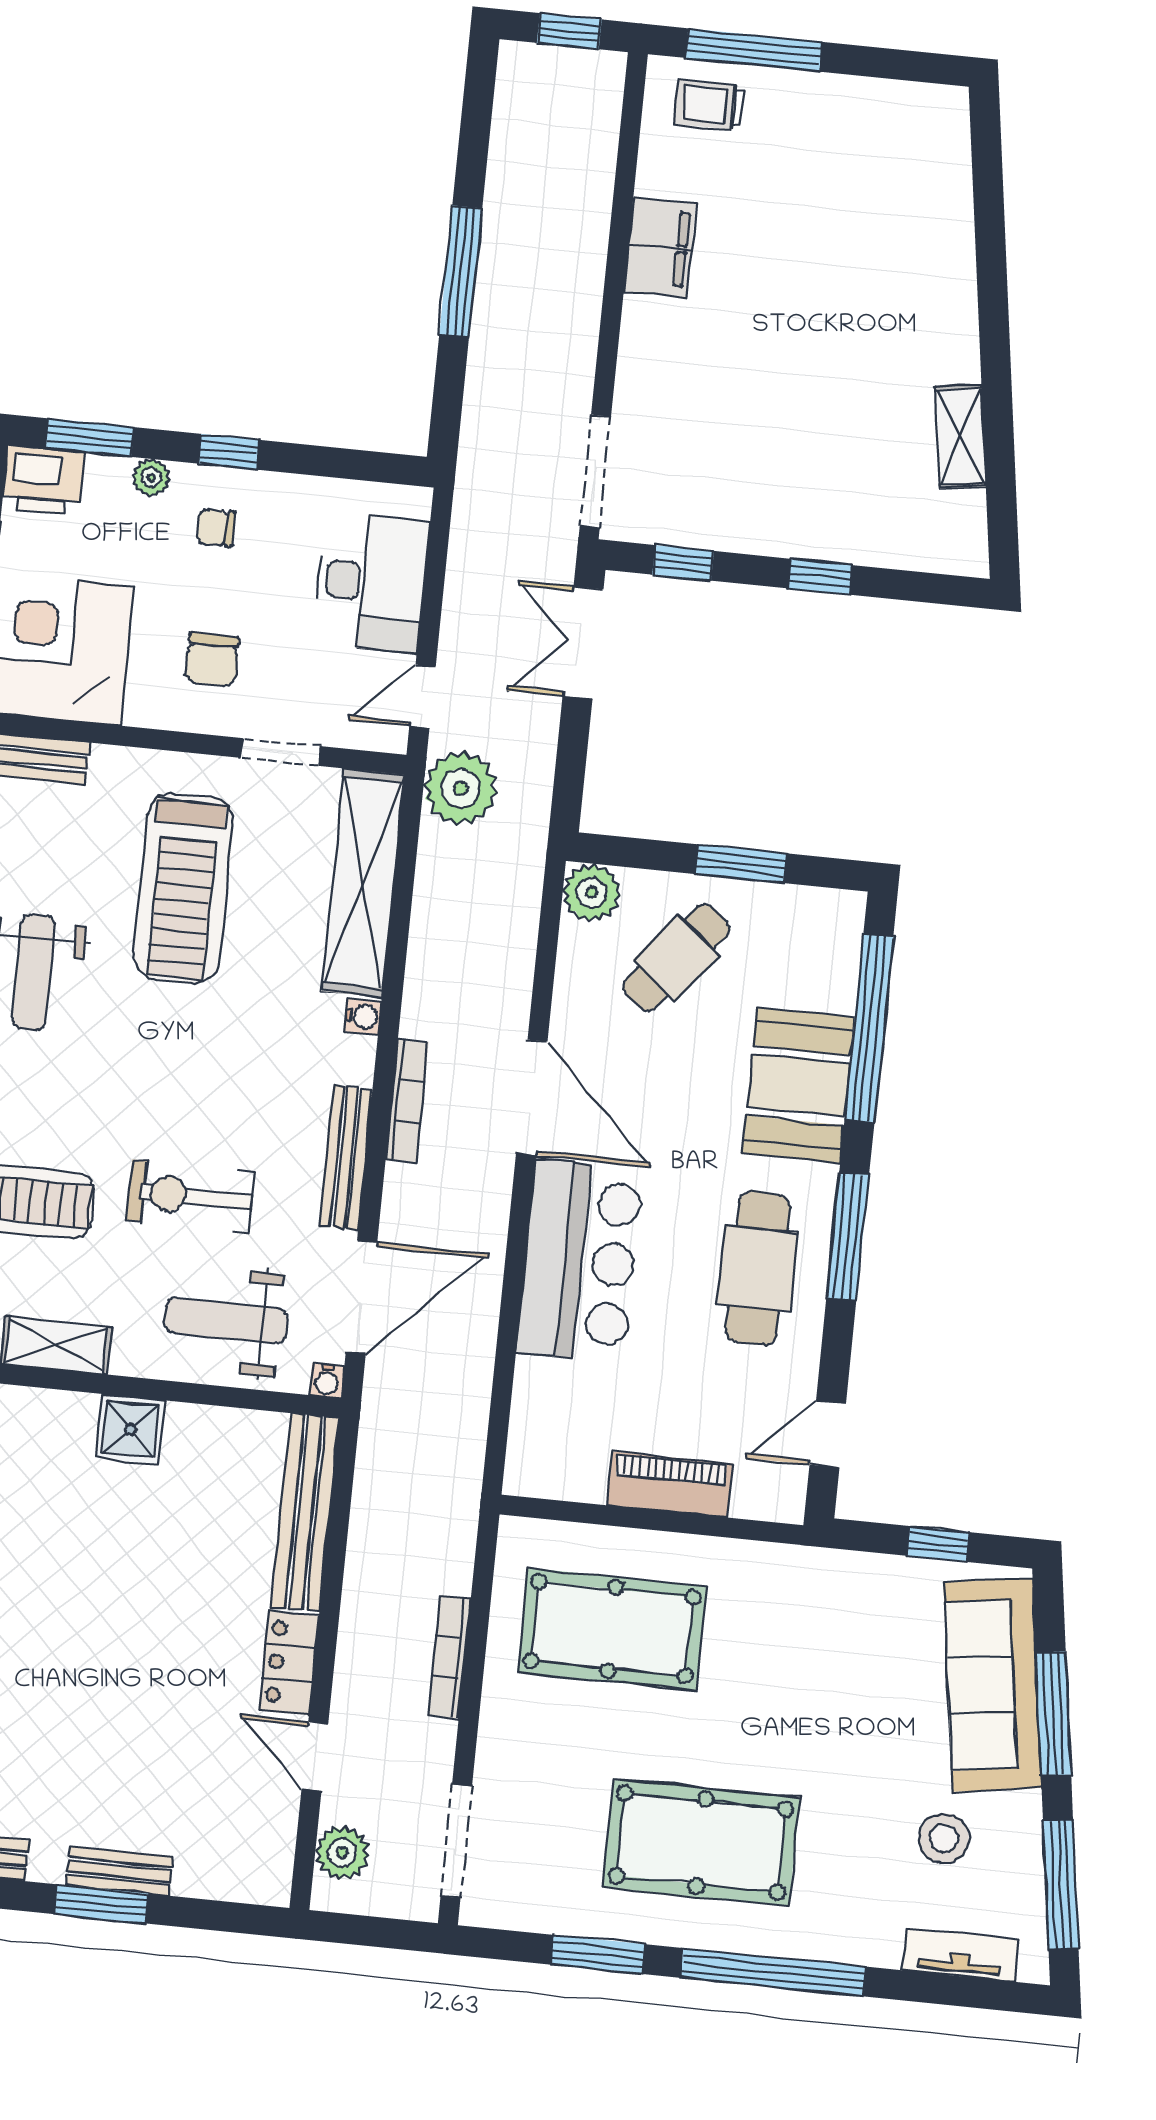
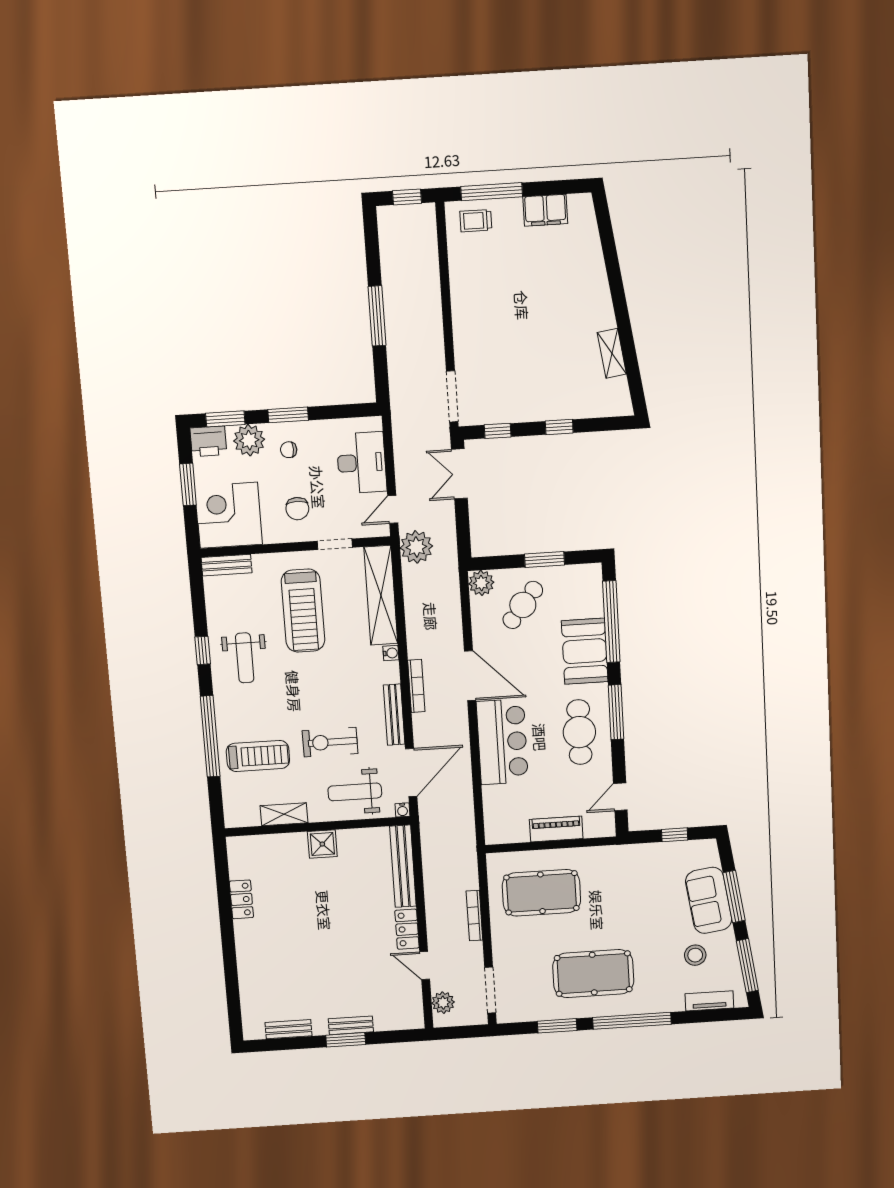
filing cabinet: (660, 247) -> (545, 210), moved, turned 90
window: (229, 452) -> (288, 415), width x1.50
plant: (151, 478) -> (249, 440), width x1.87, depth x1.87
sofa: (993, 1685) -> (709, 900), width x0.73

